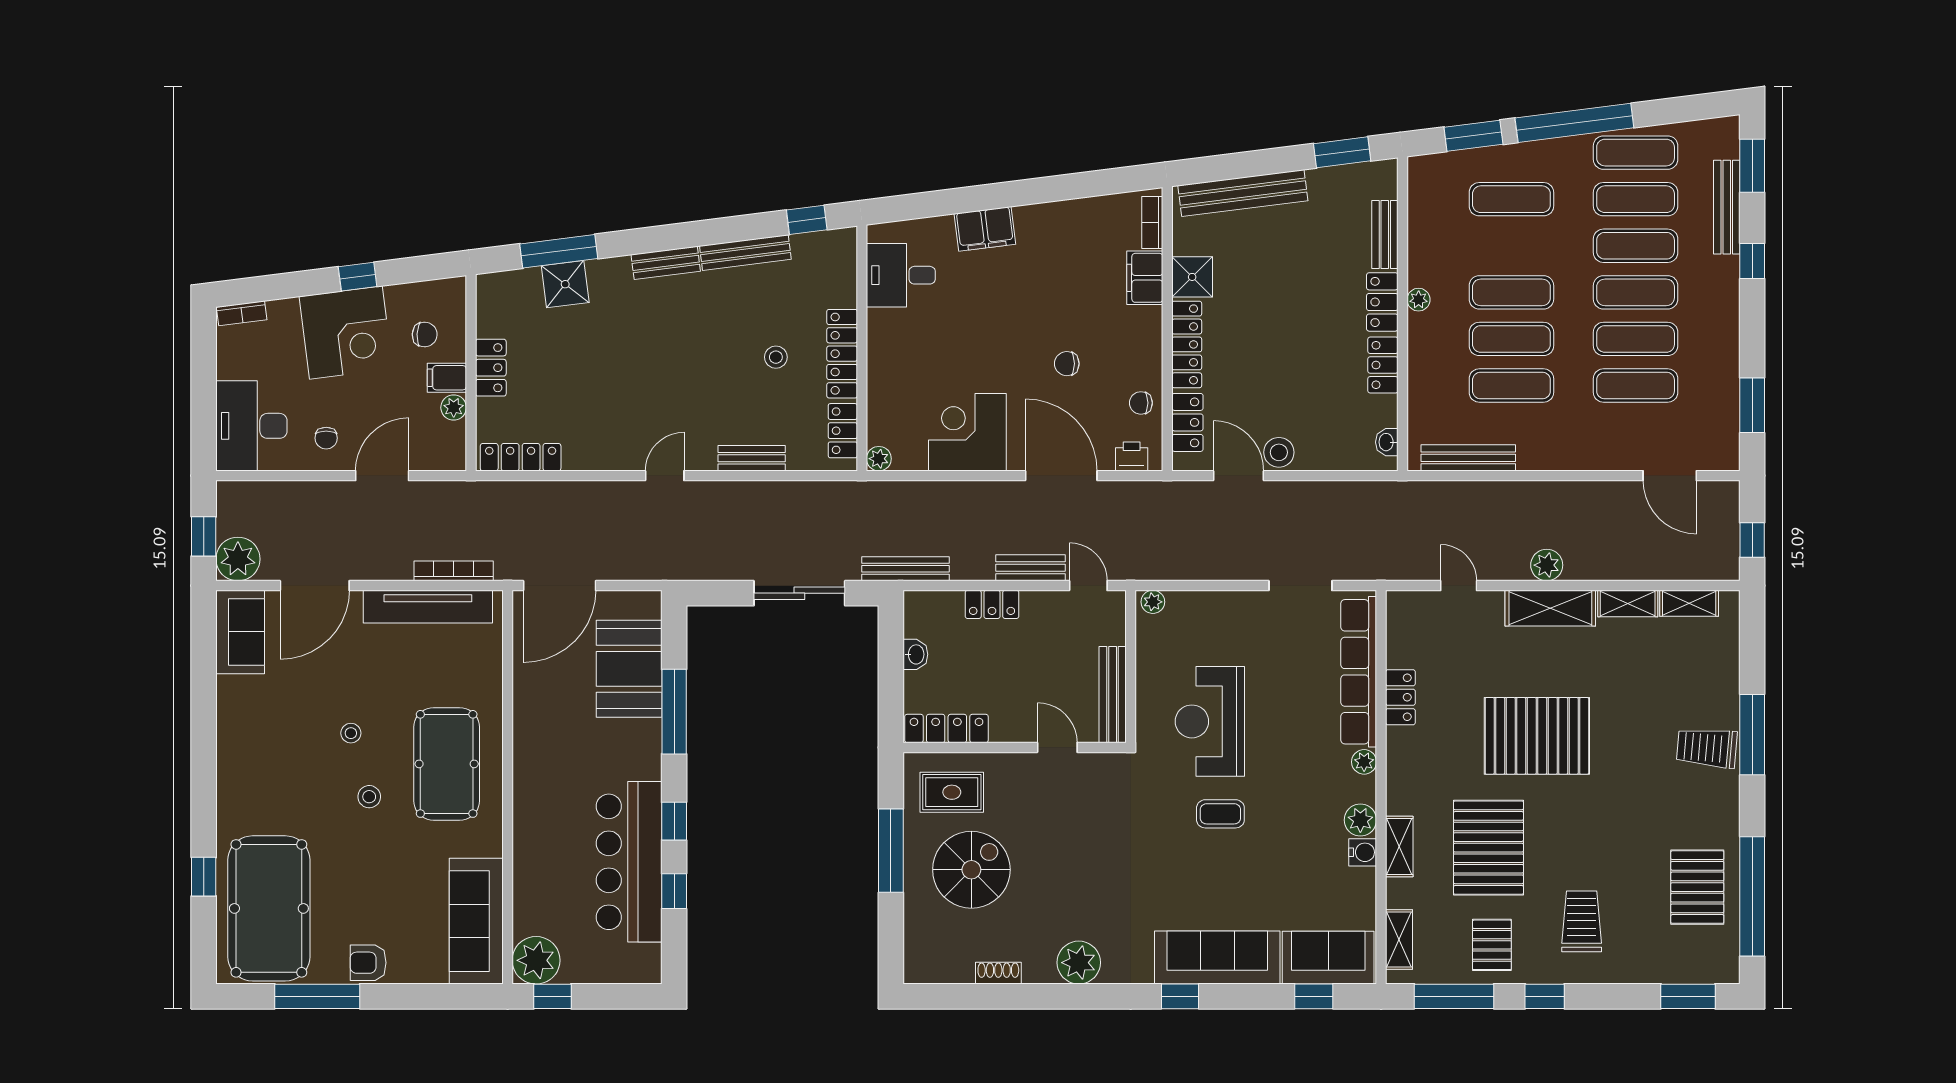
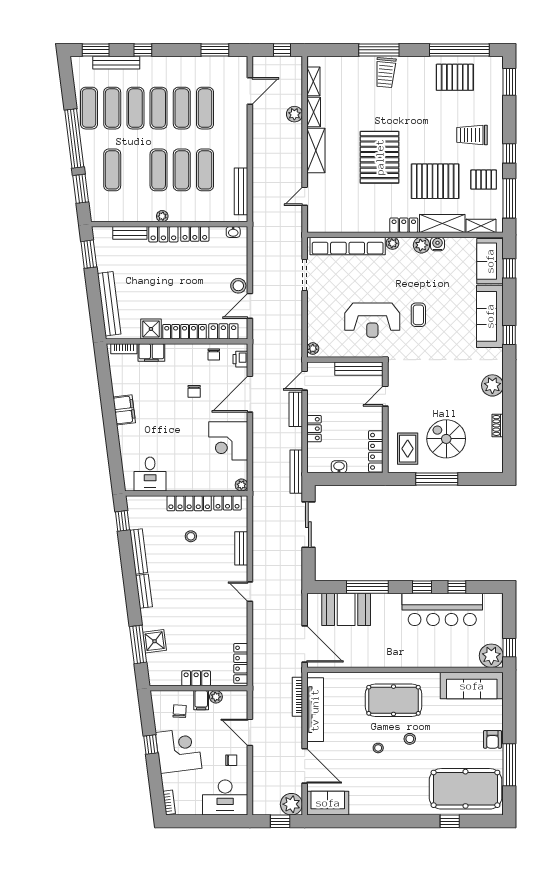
filing cabinet: (985, 229) -> (124, 410), moved
plant: (1547, 565) -> (294, 114), moved
locker: (1400, 697) -> (404, 225), moved
shelving: (1399, 847) -> (442, 223), width x1.50, depth x1.33

